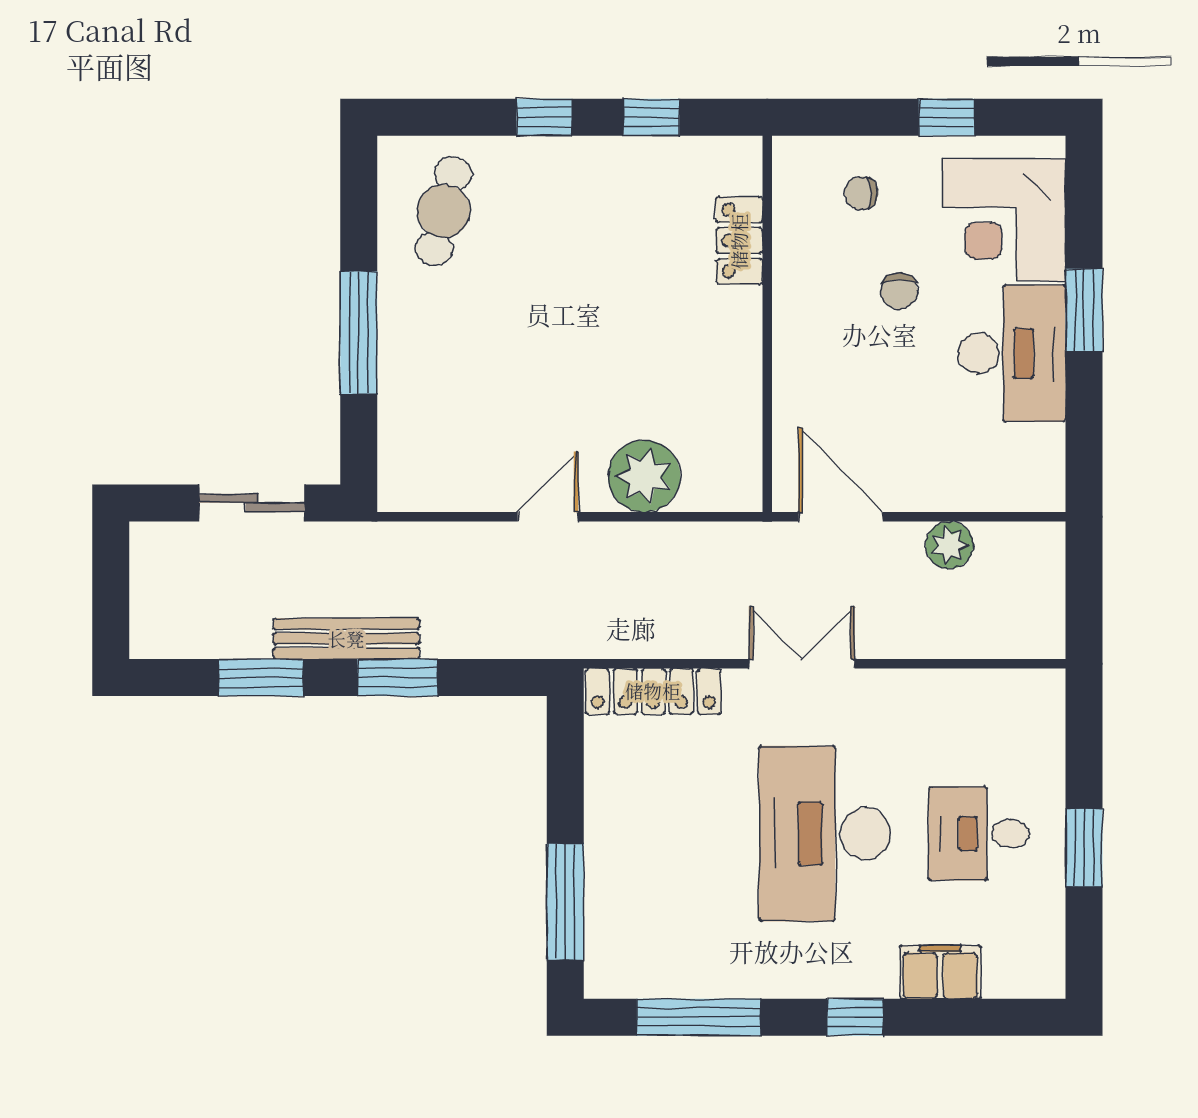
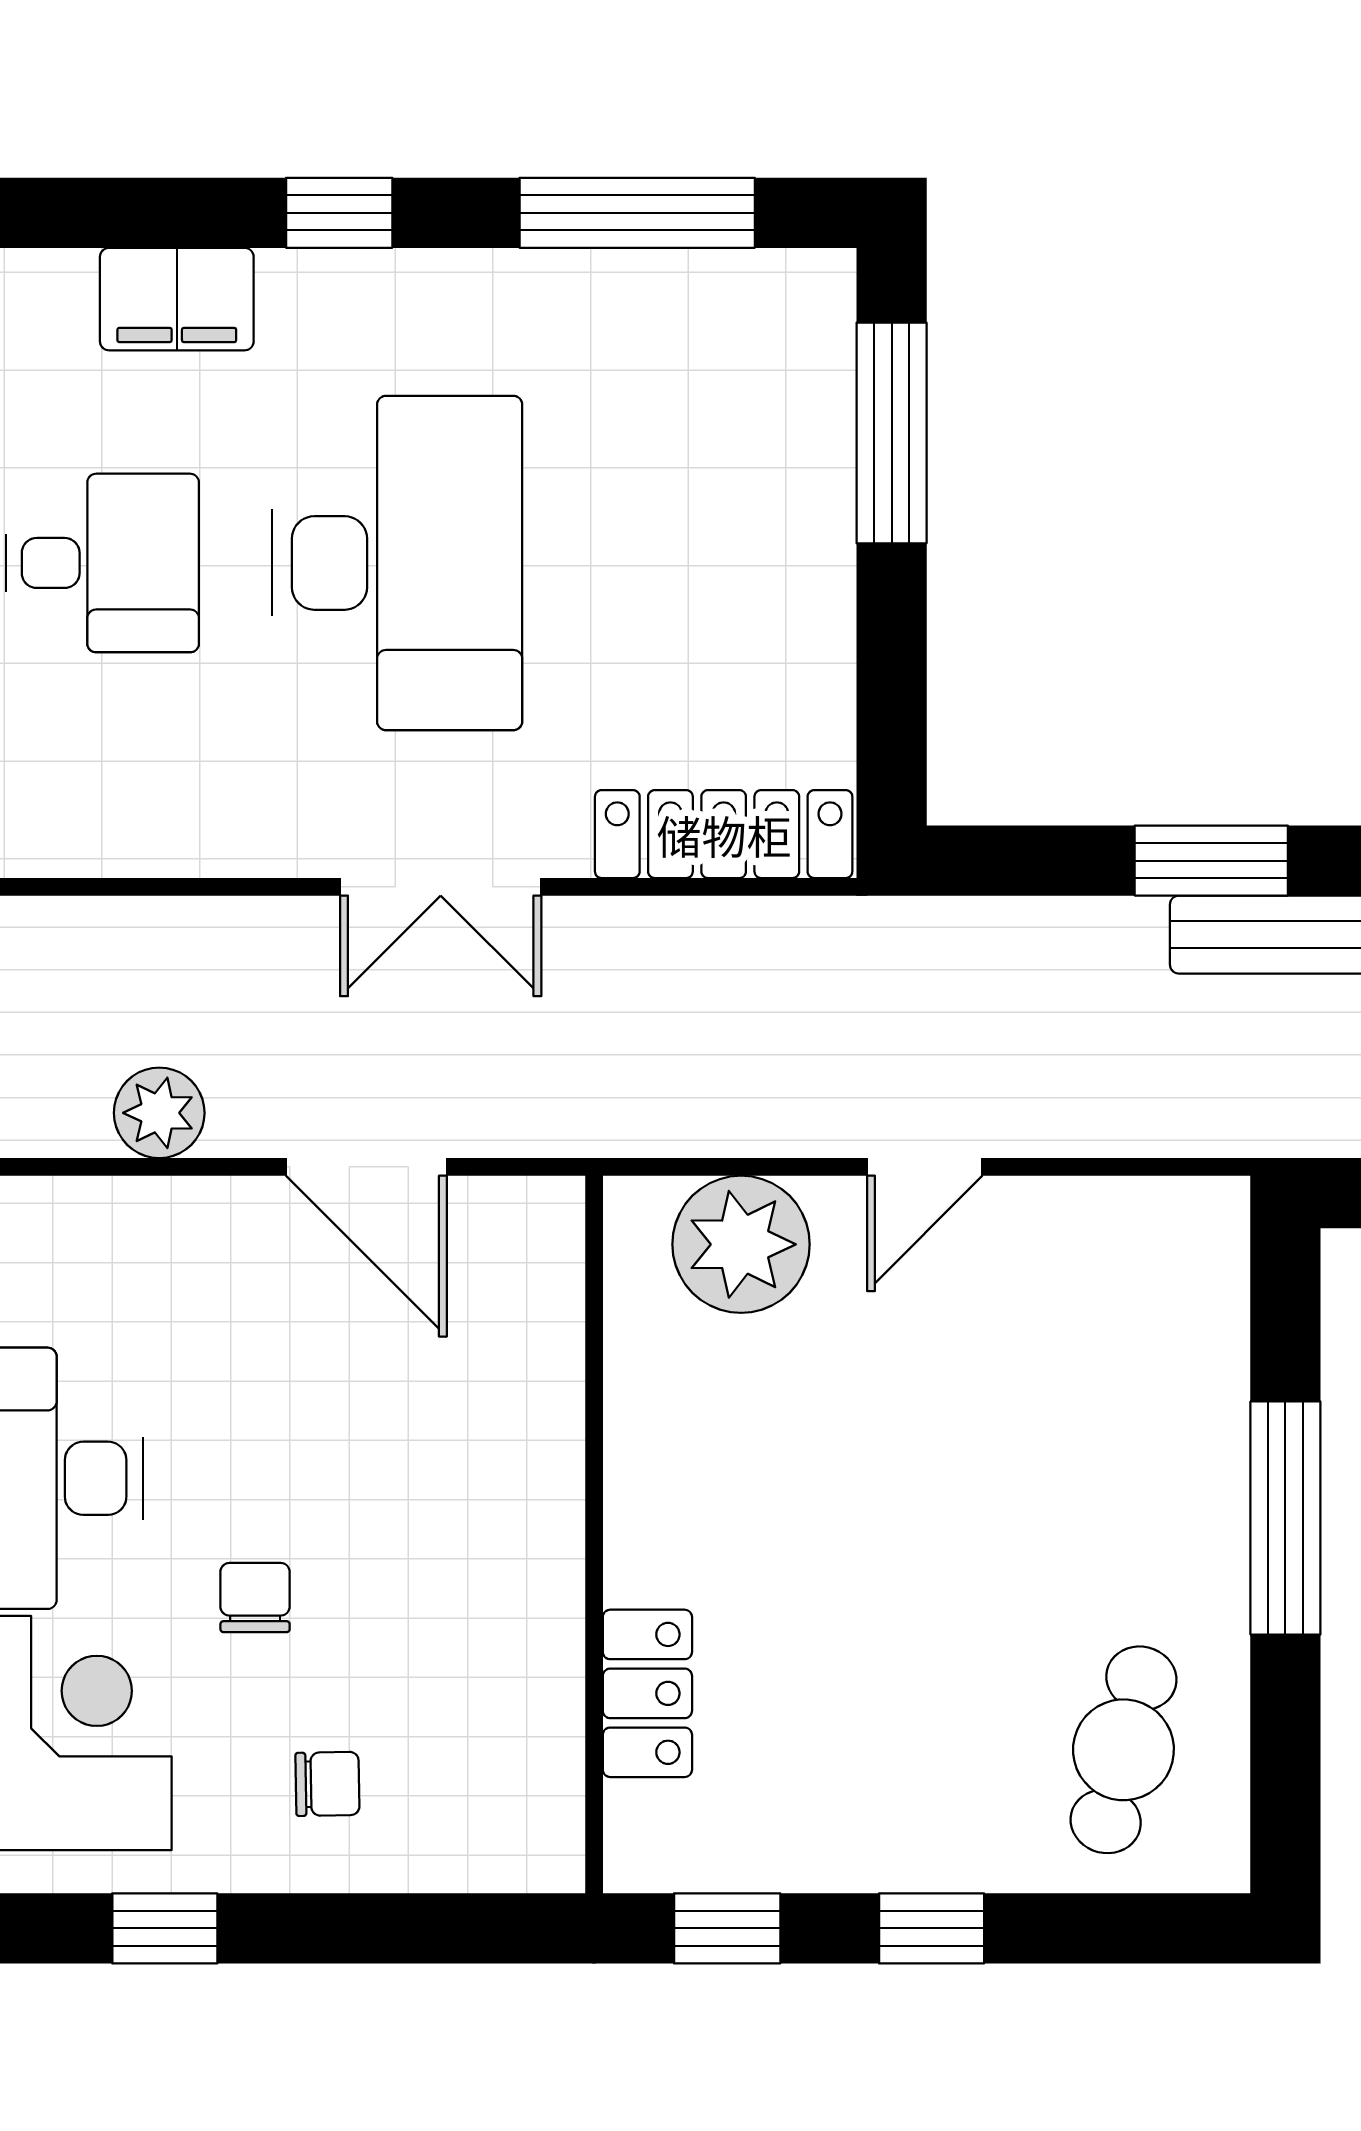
locker: (739, 241) -> (647, 1693), moved
wall: (767, 324) -> (594, 1535), moved

